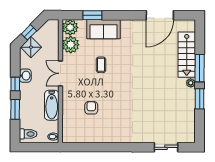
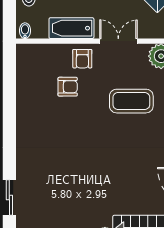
coffee table: (101, 65) -> (131, 101), width x1.86, depth x1.72
armchair: (72, 98) -> (82, 59), added

